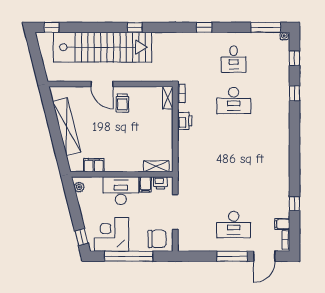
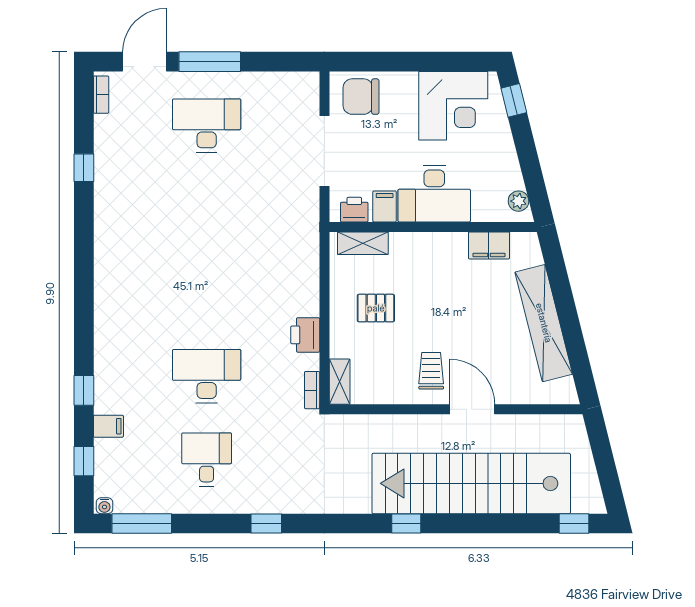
pallet: (150, 134) -> (376, 308), added
filing cabinet: (282, 224) -> (108, 426), moved
window: (129, 256) -> (418, 62), removed

